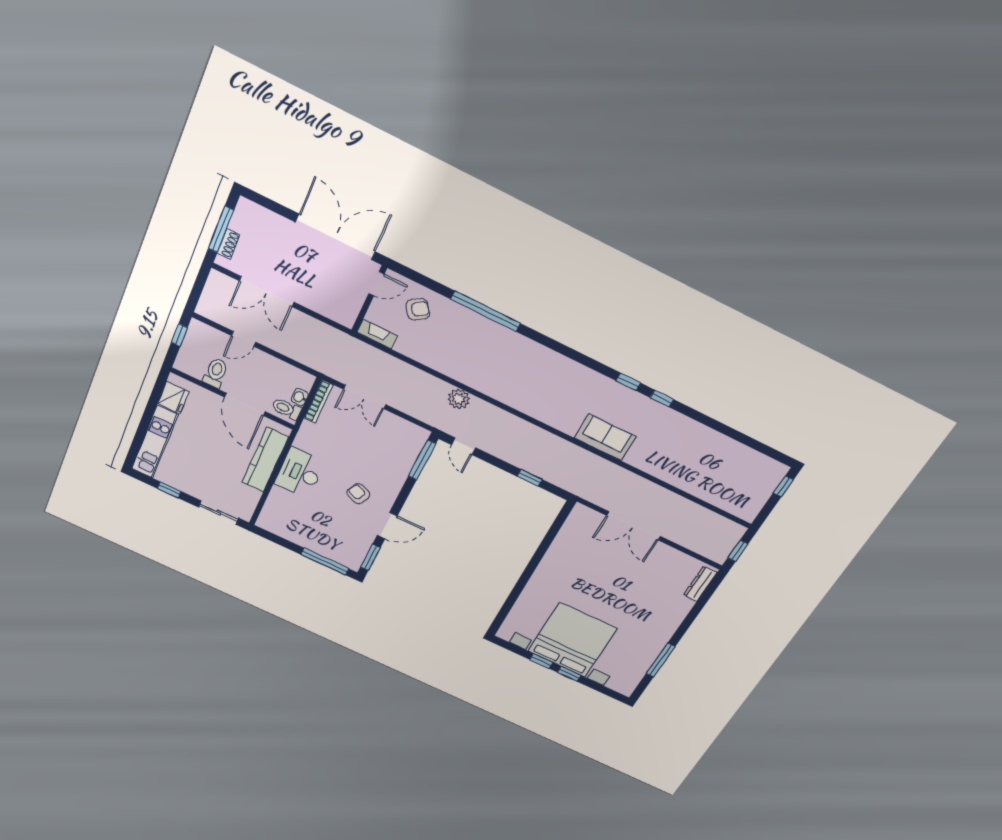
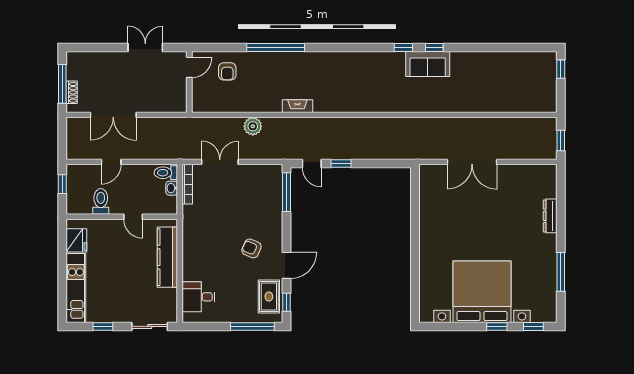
double door: (335, 237) -> (145, 47), width x0.54
armchair: (418, 309) -> (227, 71), turned 126
fireplace: (377, 334) -> (297, 106), moved
double door: (365, 397) -> (220, 162), swing flipped
plant: (459, 399) -> (253, 126), moved
door: (245, 404) -> (133, 217), width x0.53
toilet: (286, 409) -> (166, 173), moved
sofa: (605, 437) -> (428, 64), moved, turned 180
desk: (300, 473) -> (199, 297), moved, width x0.73
window: (530, 478) -> (341, 163), moved
rug: (355, 544) -> (269, 297), added
window: (370, 557) -> (286, 302), width x0.67
dresser: (700, 584) -> (550, 216), moved
window: (541, 661) -> (533, 326), moved

